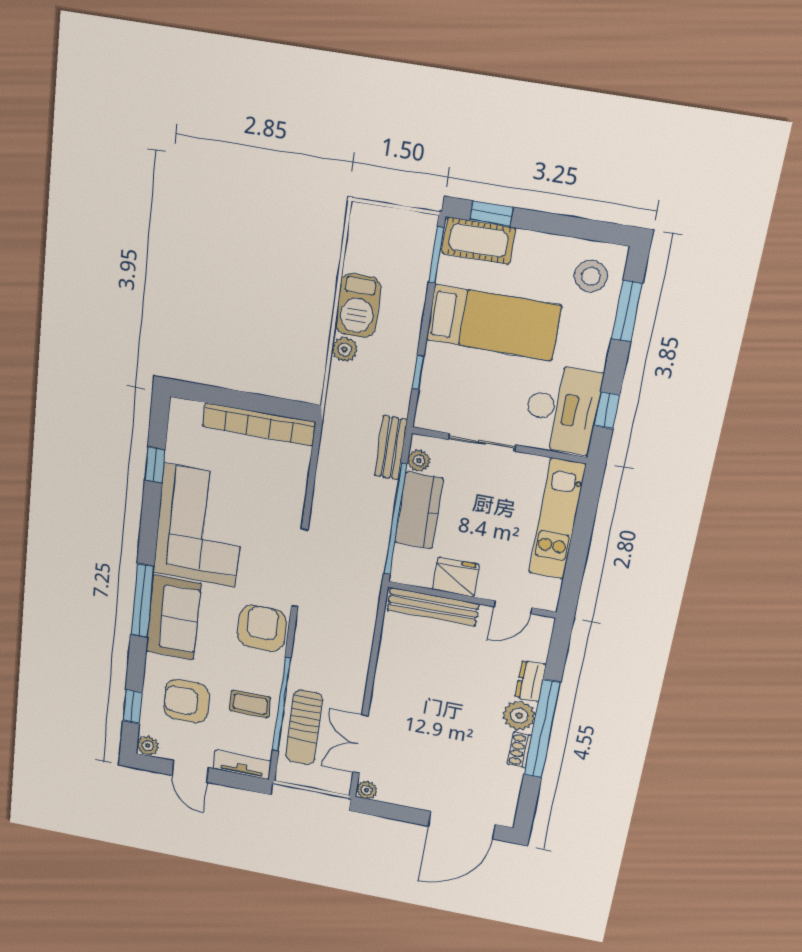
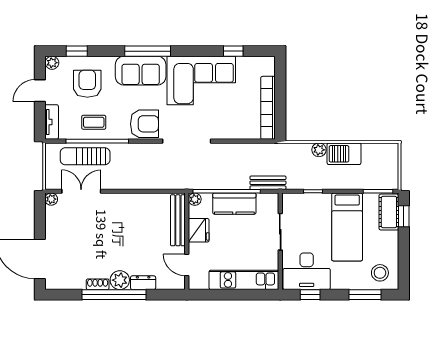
plant: (419, 461) -> (195, 199), moved
coffee table: (250, 704) -> (94, 122), turned 90

